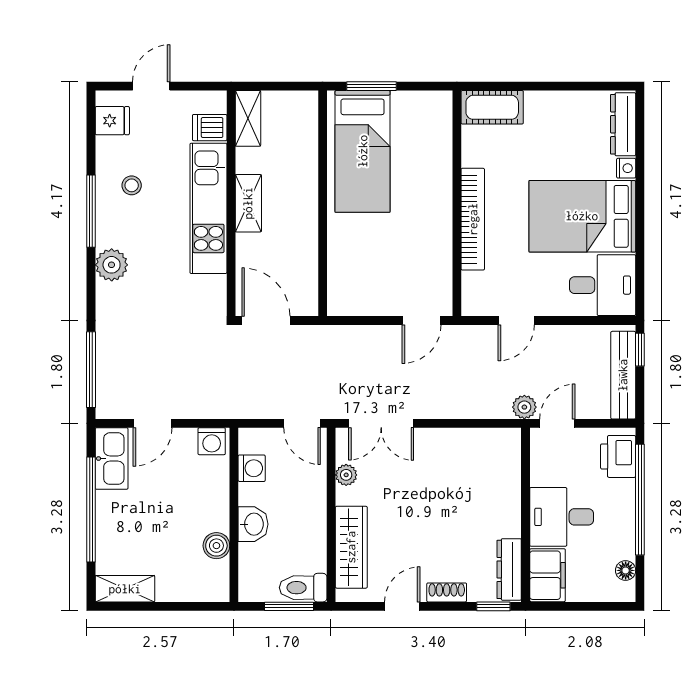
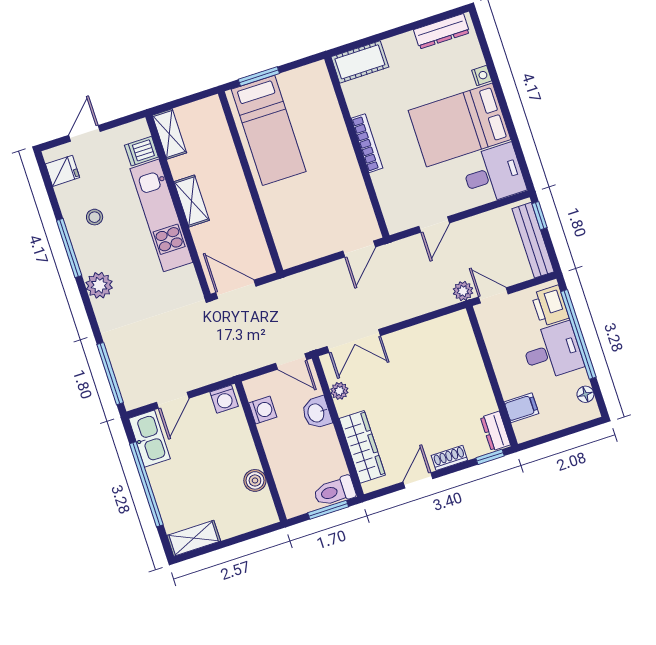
dresser: (623, 124) -> (442, 31), moved, turned -90
bookcase: (473, 219) -> (367, 143), width x0.68, depth x0.76
door: (557, 423) -> (493, 295), hinge flipped
desk: (562, 517) -> (552, 351), moved, turned 180
washbasin: (253, 524) -> (317, 413), moved, turned 180
dresser: (509, 569) -> (495, 431), width x0.70
filing cabinet: (547, 575) -> (521, 408), width x0.50

